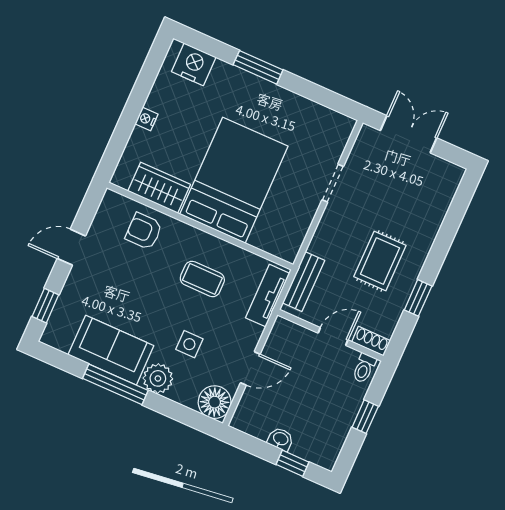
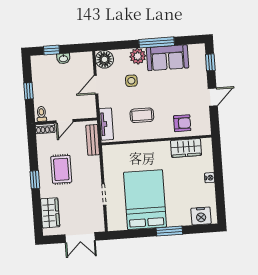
bed: (234, 180) -> (145, 200), moved, turned 180
wardrobe: (436, 200) -> (50, 213), added
window: (418, 298) -> (35, 180), moved

